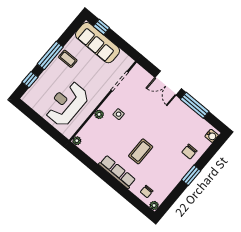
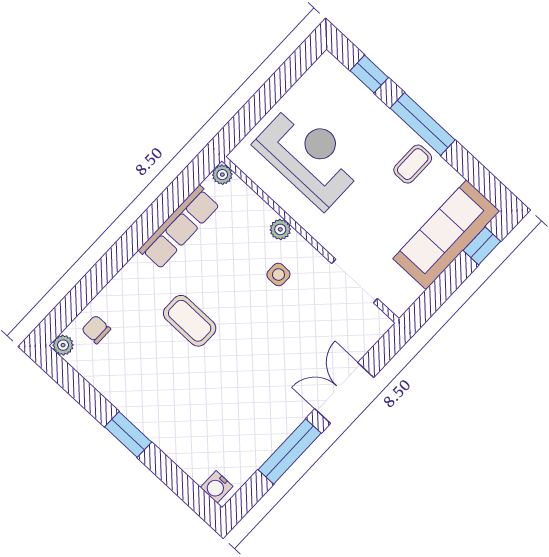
chair: (189, 152) -> (183, 433), removed
row of seats: (117, 172) -> (179, 227), moved

